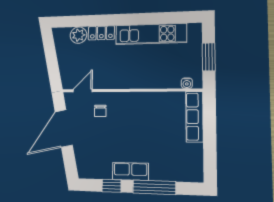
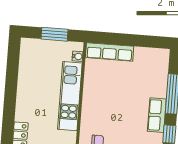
kitchen unit: (151, 34) -> (70, 96), moved, turned 180

